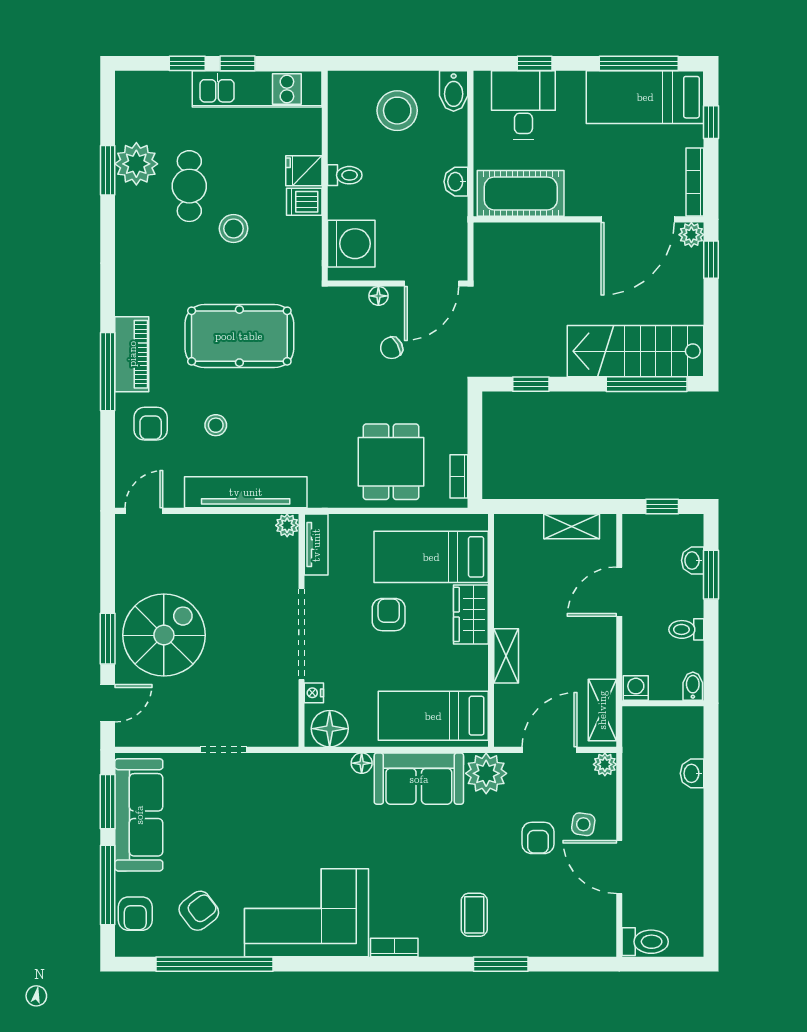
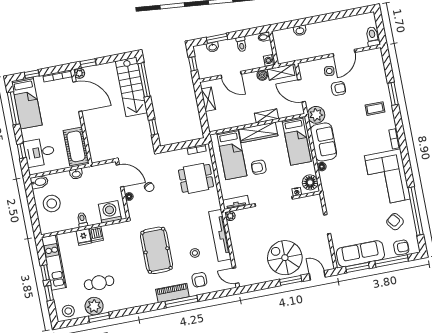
stool: (234, 229) -> (68, 311), moved
armchair: (151, 424) -> (199, 280), turned 90
wardrobe: (471, 614) -> (258, 132), width x1.50
boiler: (604, 664) -> (262, 75), added
plant: (605, 764) -> (303, 67), removed

